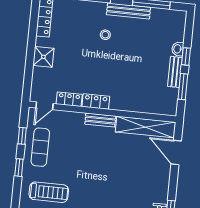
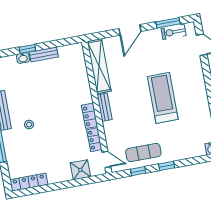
shower: (43, 57) -> (80, 170), moved
window: (183, 87) -> (54, 44), removed
door: (176, 152) -> (130, 30), moved
treadmill: (49, 192) -> (163, 98), moved, width x1.37, depth x1.38

